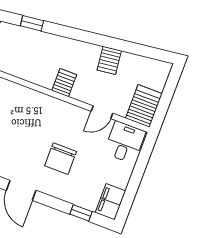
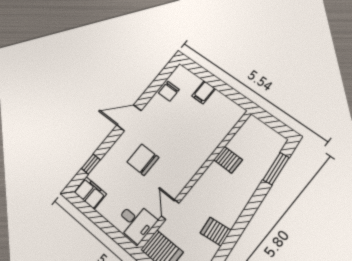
window: (32, 23) -> (276, 169), width x1.50
server rack: (64, 83) -> (228, 160), moved

